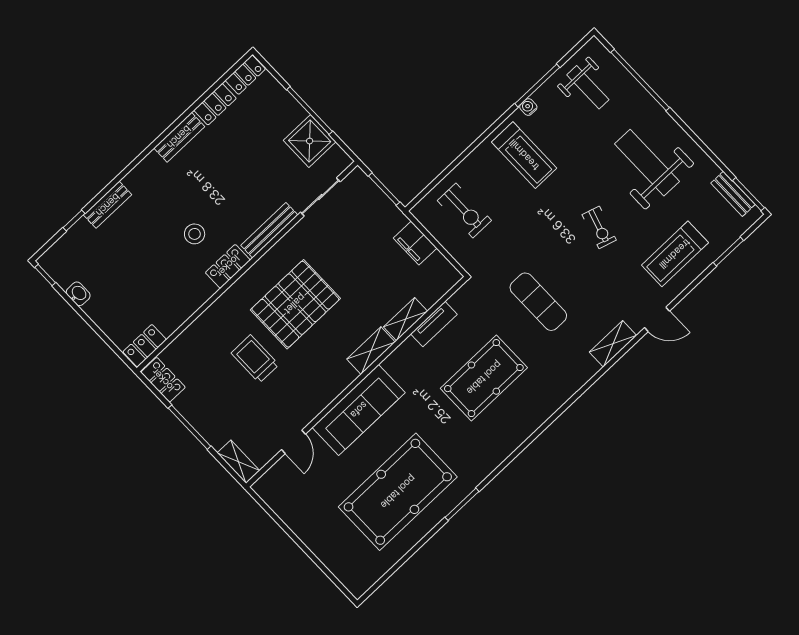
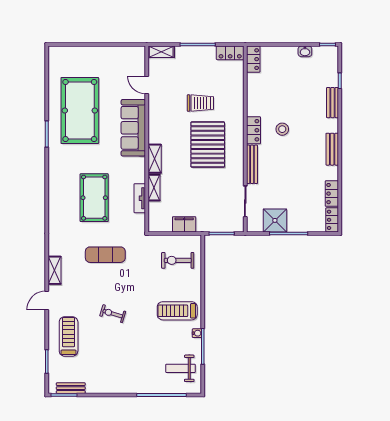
bench: (179, 137) -> (332, 149), moved
weight bench: (647, 163) -> (121, 363), removed

